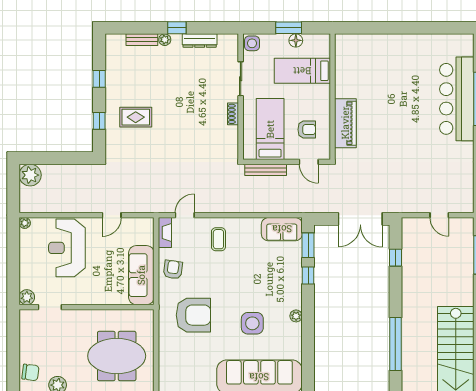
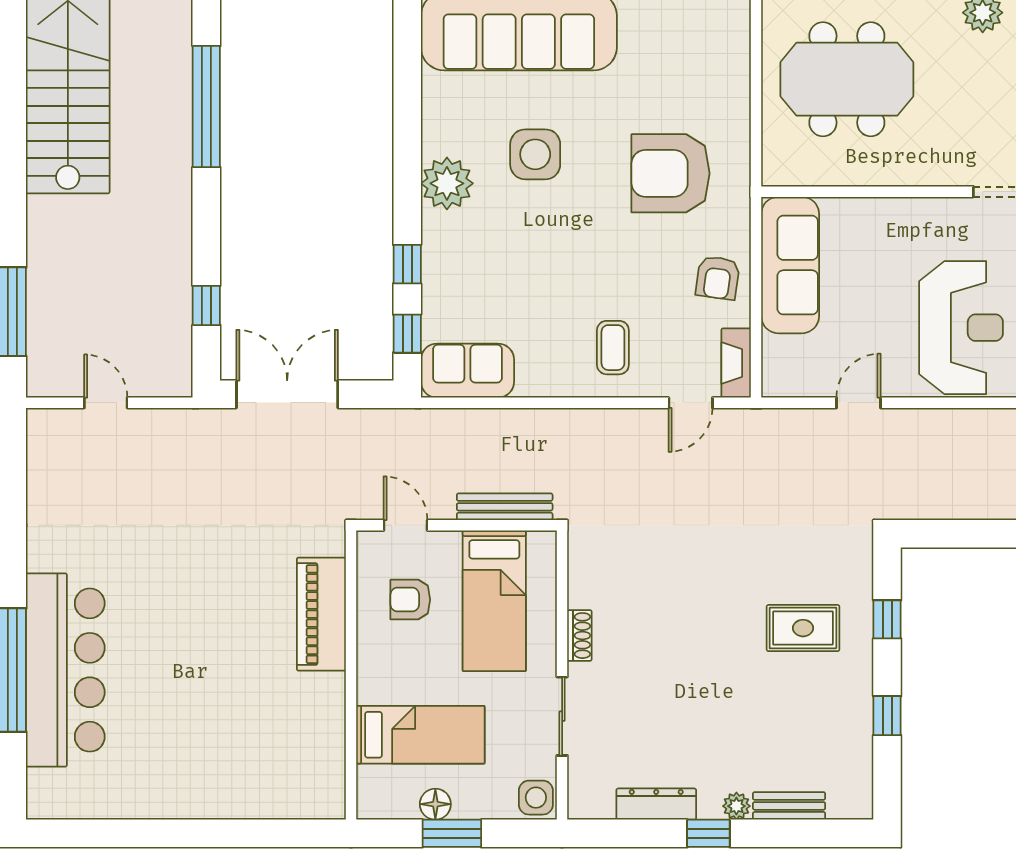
window: (308, 245) -> (407, 334), width x0.67
plant: (296, 316) -> (447, 183), width x1.88, depth x1.88

